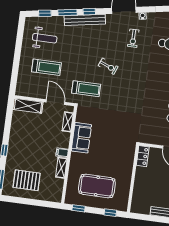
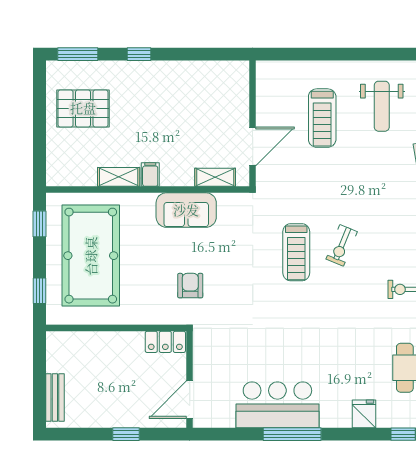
treadmill: (86, 89) -> (296, 252), moved
shelving: (28, 106) -> (237, 90), removed
armchair: (118, 141) -> (190, 286), added
pallet: (27, 180) -> (83, 108), turned 90
pool table: (97, 186) -> (91, 256), width x1.36, depth x1.32

